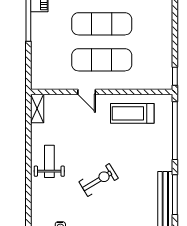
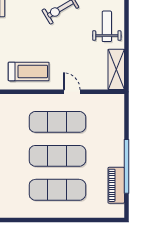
shelving: (37, 108) -> (116, 69), width x1.50, depth x1.33
weight bench: (49, 161) -> (107, 26), turned 180

